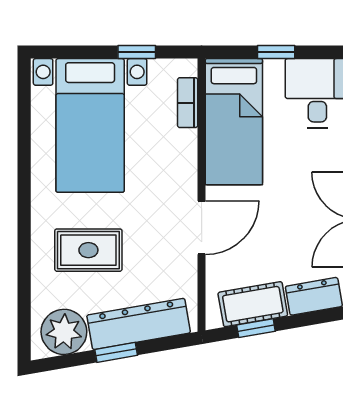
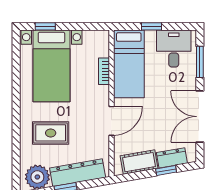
window: (137, 52) -> (45, 26), moved
bookcase: (188, 103) -> (104, 71), moved
window: (256, 328) -> (166, 171), moved

